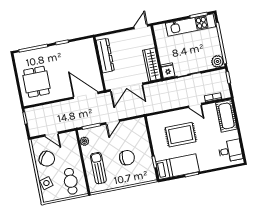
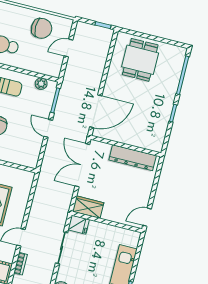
door: (141, 27) -> (147, 217), swing flipped
wardrobe: (152, 65) -> (88, 207), width x0.67
dining table: (36, 82) -> (140, 60), turned 90
chair: (47, 159) -> (42, 28), turned -126
side table: (46, 183) -> (12, 14), removed

